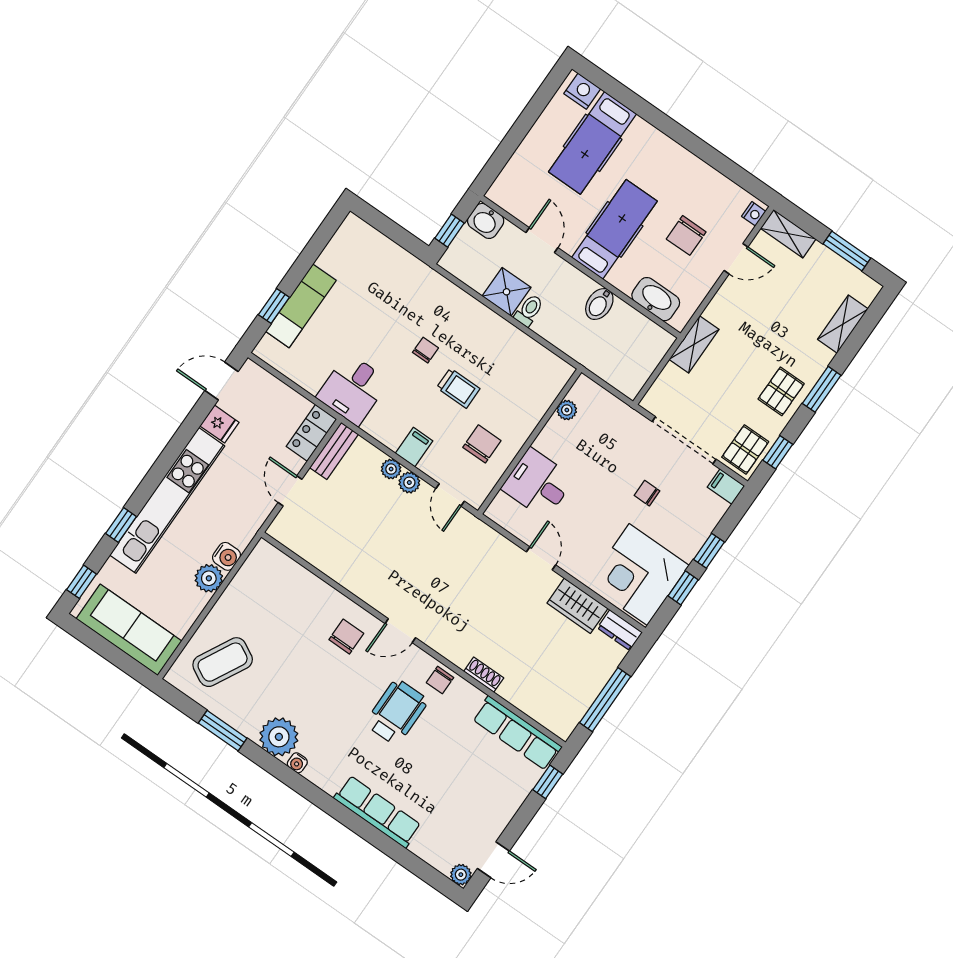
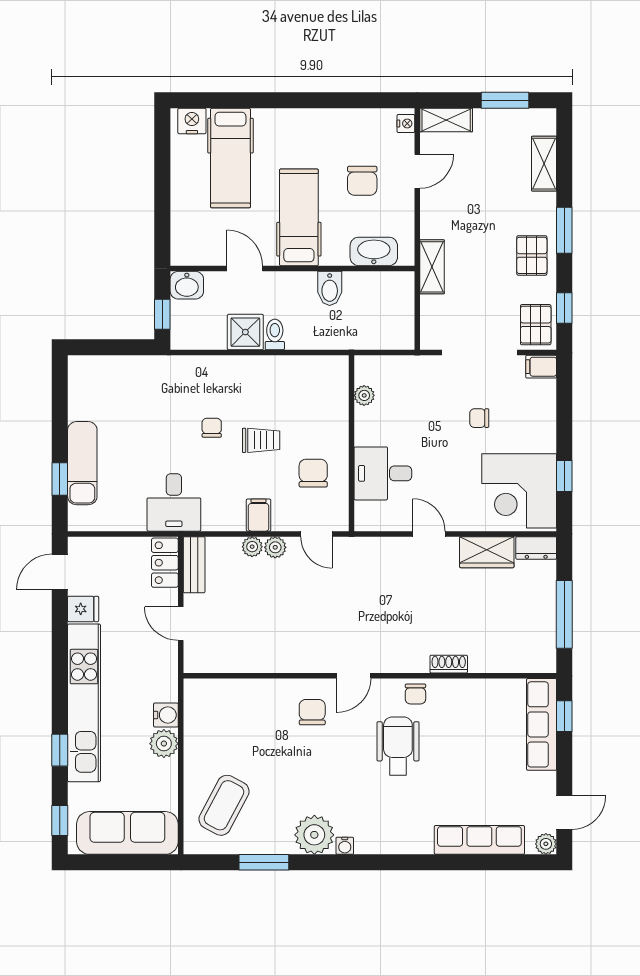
window: (709, 551) -> (564, 430), removed
row of seats: (517, 733) -> (542, 724), moved, turned 90
row of seats: (377, 812) -> (479, 840), moved

